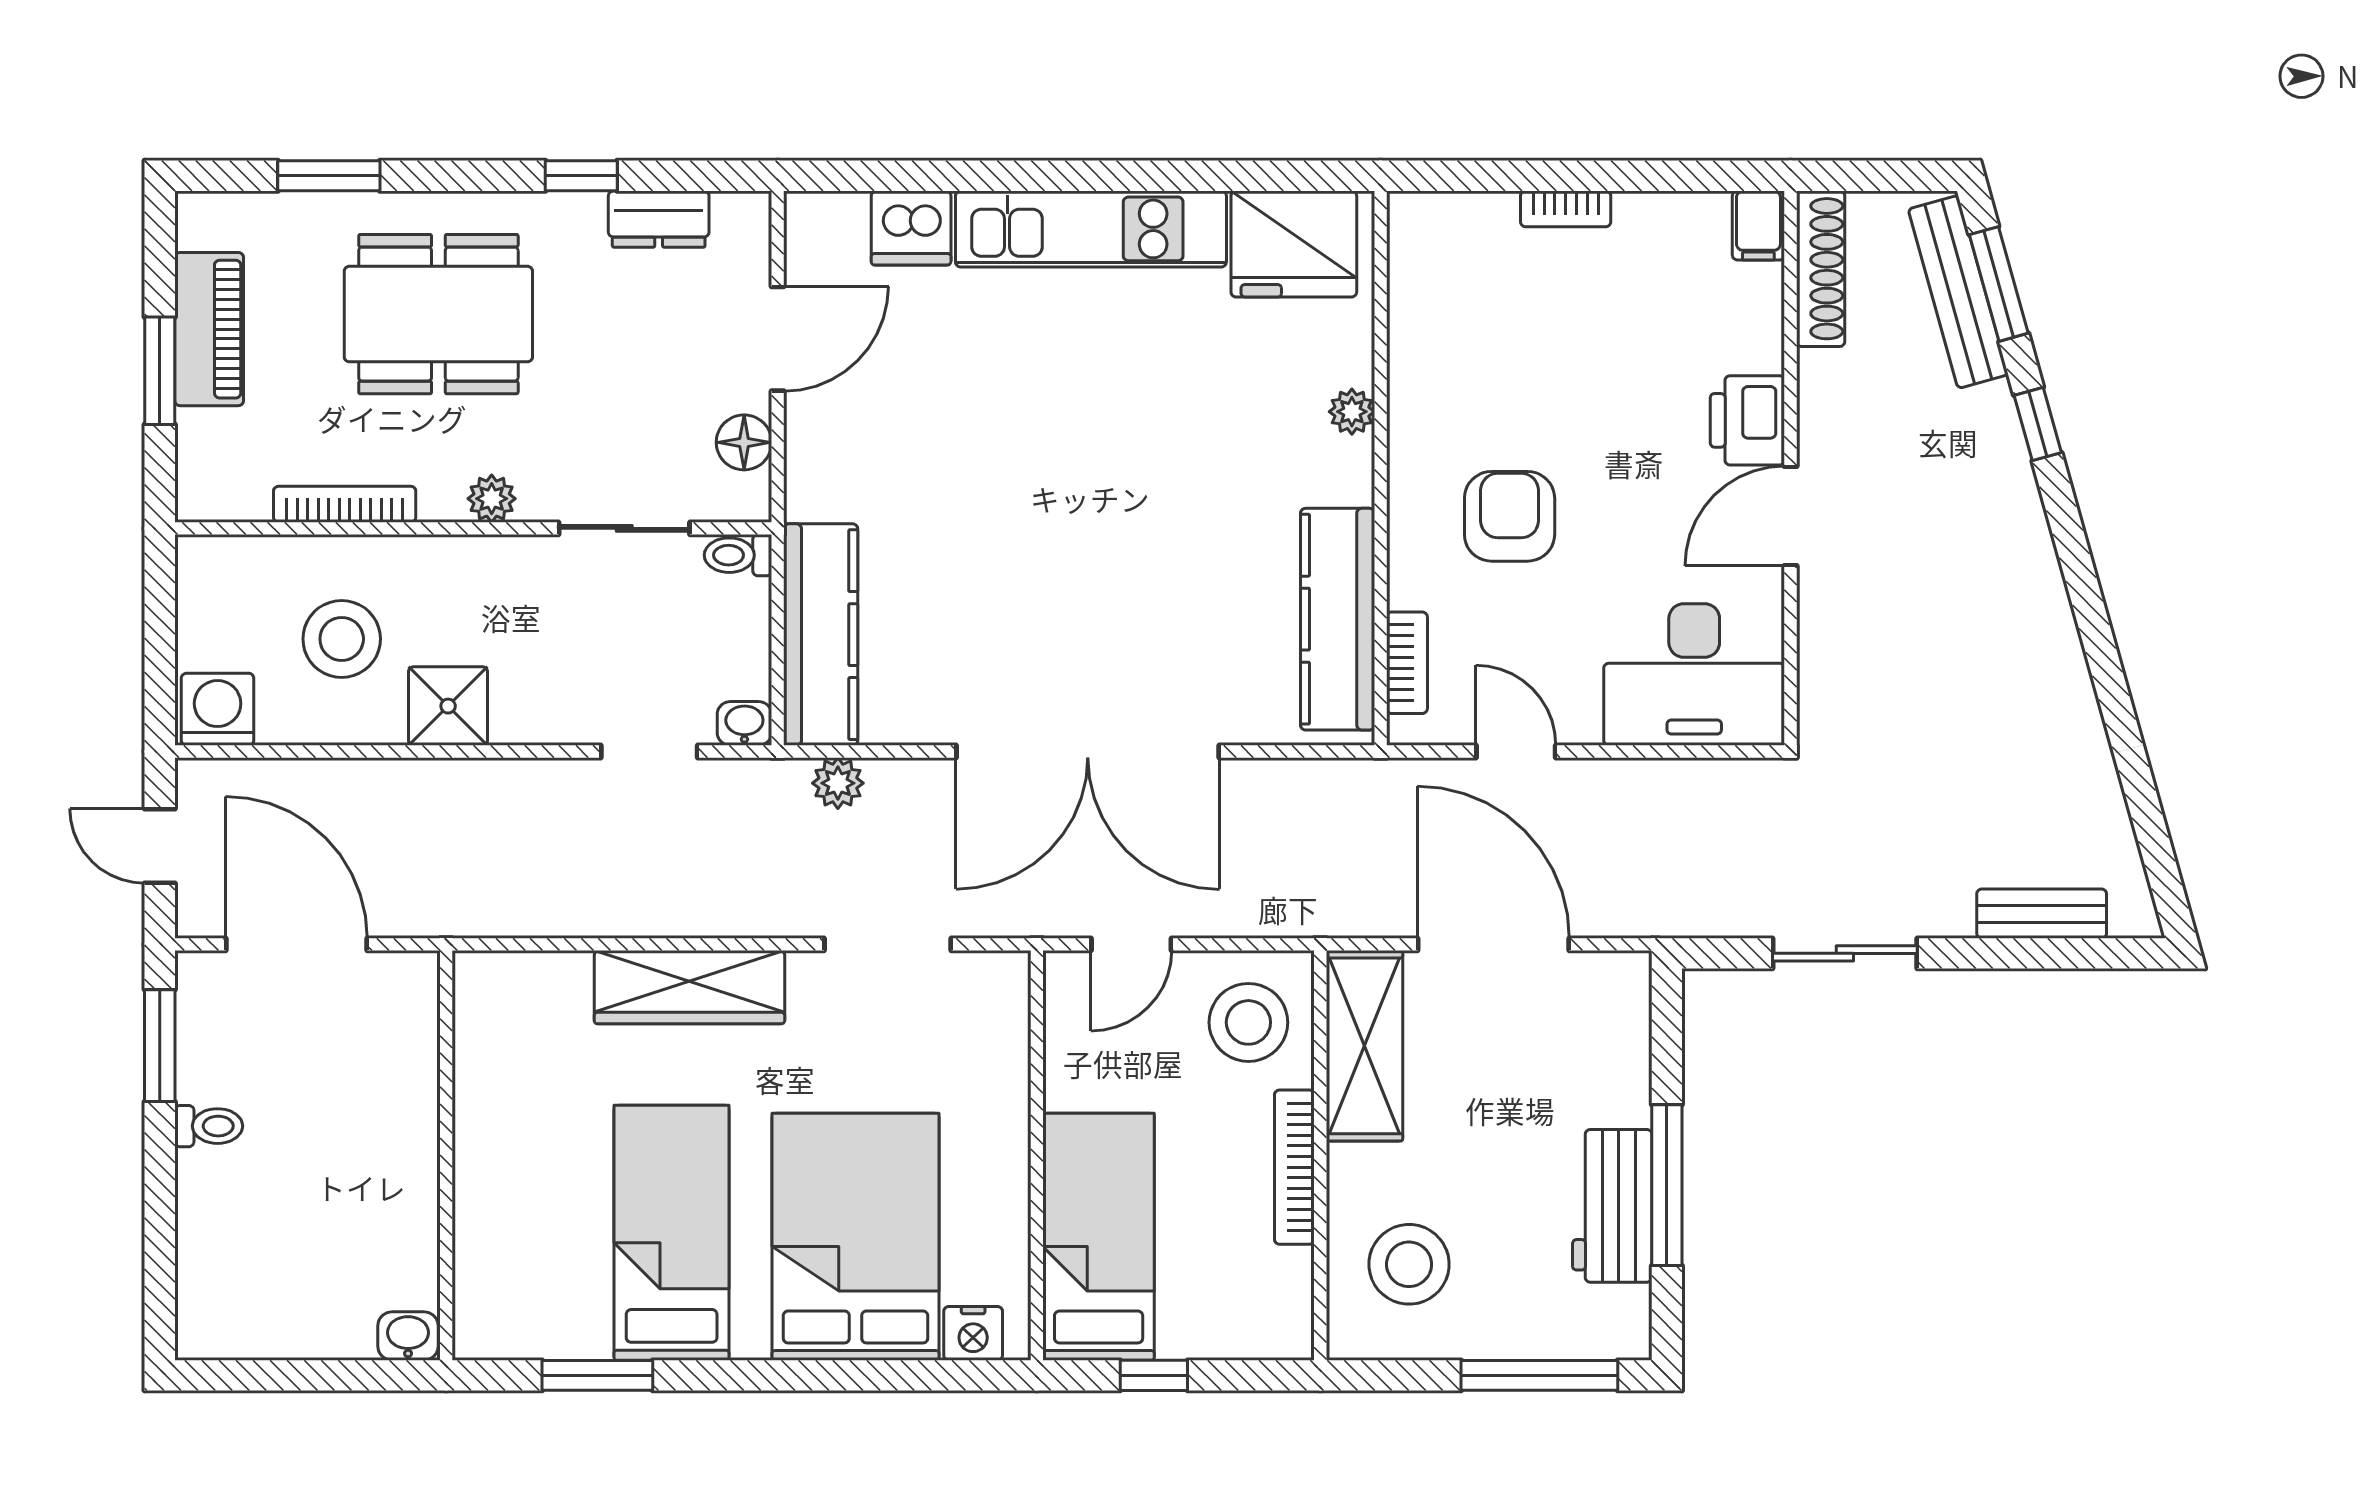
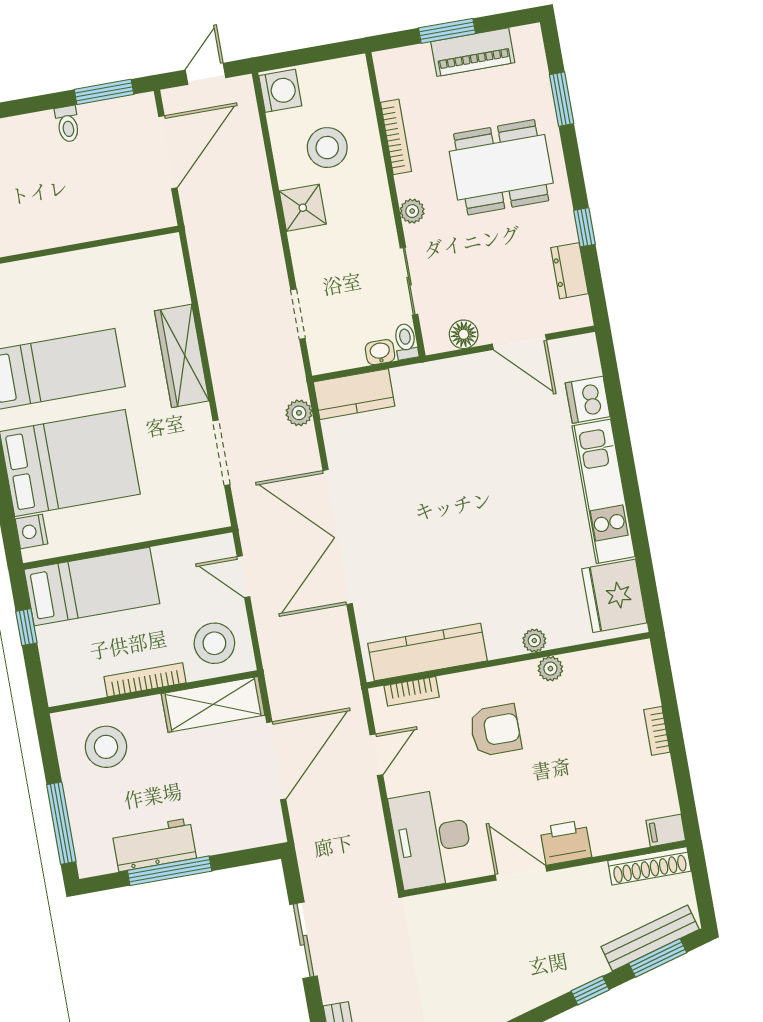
dining table: (438, 314) -> (501, 167), turned 90
plant: (1411, 390) -> (550, 669), added
kitchen counter: (821, 635) -> (354, 394), width x0.67
washbasin: (744, 723) -> (380, 352), moved, turned -90

